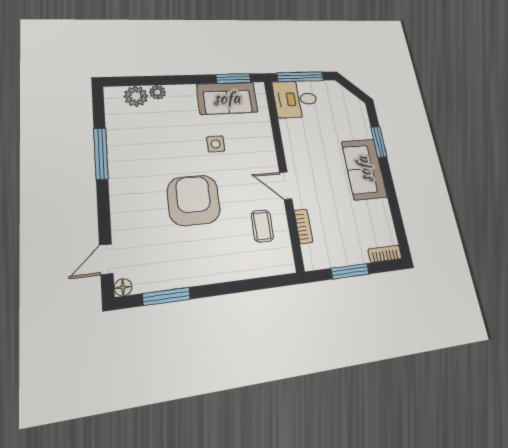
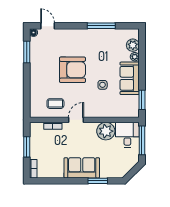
sofa: (227, 98) -> (130, 78), moved
plant: (296, 134) -> (106, 131), added

